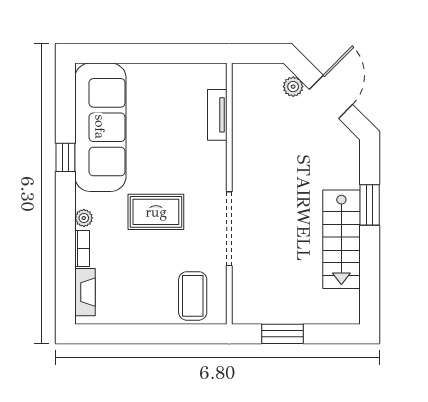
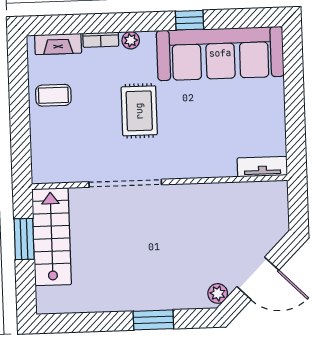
plant: (293, 87) -> (218, 293), moved
tv unit: (217, 115) -> (262, 167), moved
stairs: (341, 239) -> (52, 237), moved, turned 90
coffee table: (193, 296) -> (53, 95), moved, width x0.73, depth x0.77

